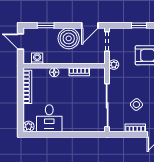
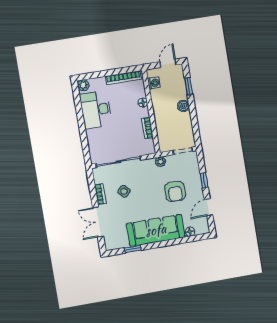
door: (90, 25) -> (196, 131), removed
boiler: (69, 38) -> (183, 106), width x0.54, depth x0.54
desk: (49, 118) -> (96, 110), width x1.37

